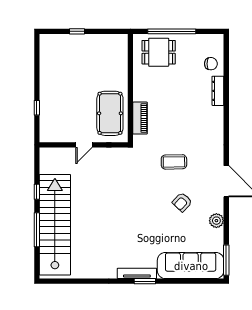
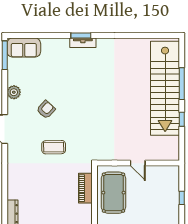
door: (84, 145) -> (138, 163), swing flipped
sofa: (191, 266) -> (24, 48), width x0.54, depth x0.79
tv unit: (137, 273) -> (83, 43), width x0.71

